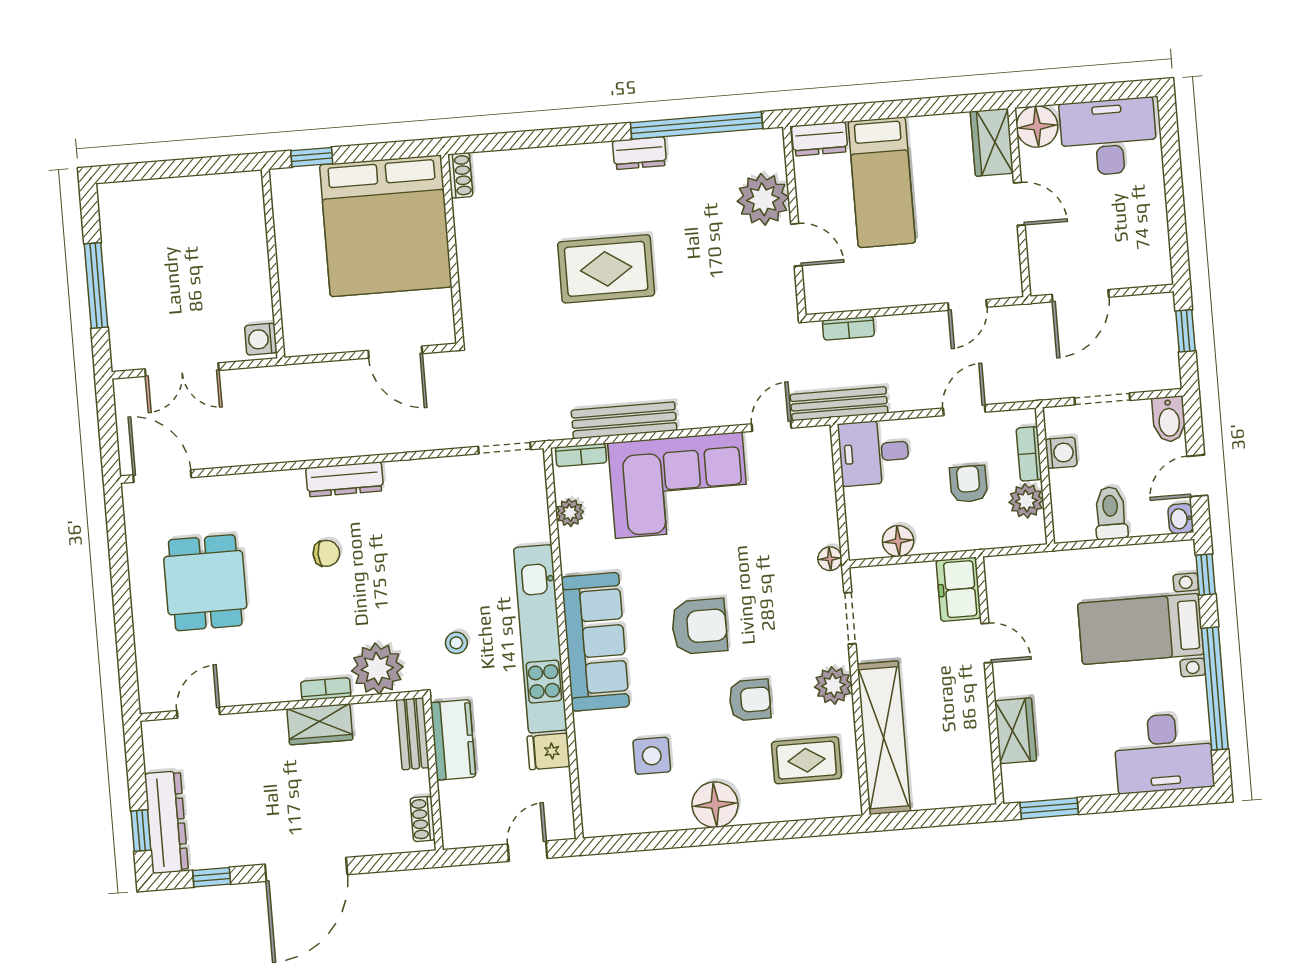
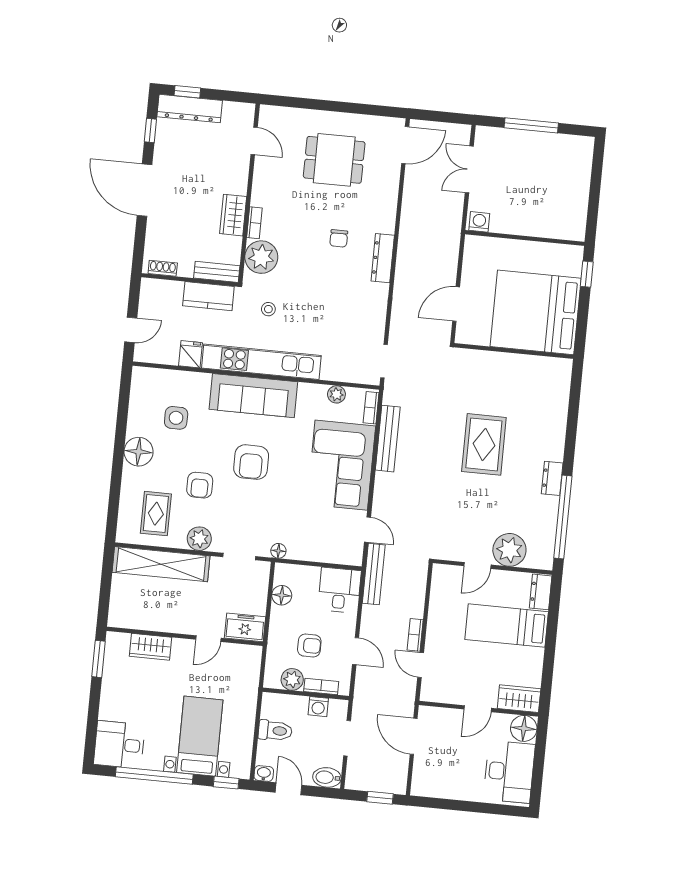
shoe rack: (460, 175) -> (559, 364), removed
bookcase: (848, 328) -> (415, 635), moved
desk: (1164, 753) -> (119, 745), width x0.73
door: (527, 851) -> (131, 330), hinge flipped

